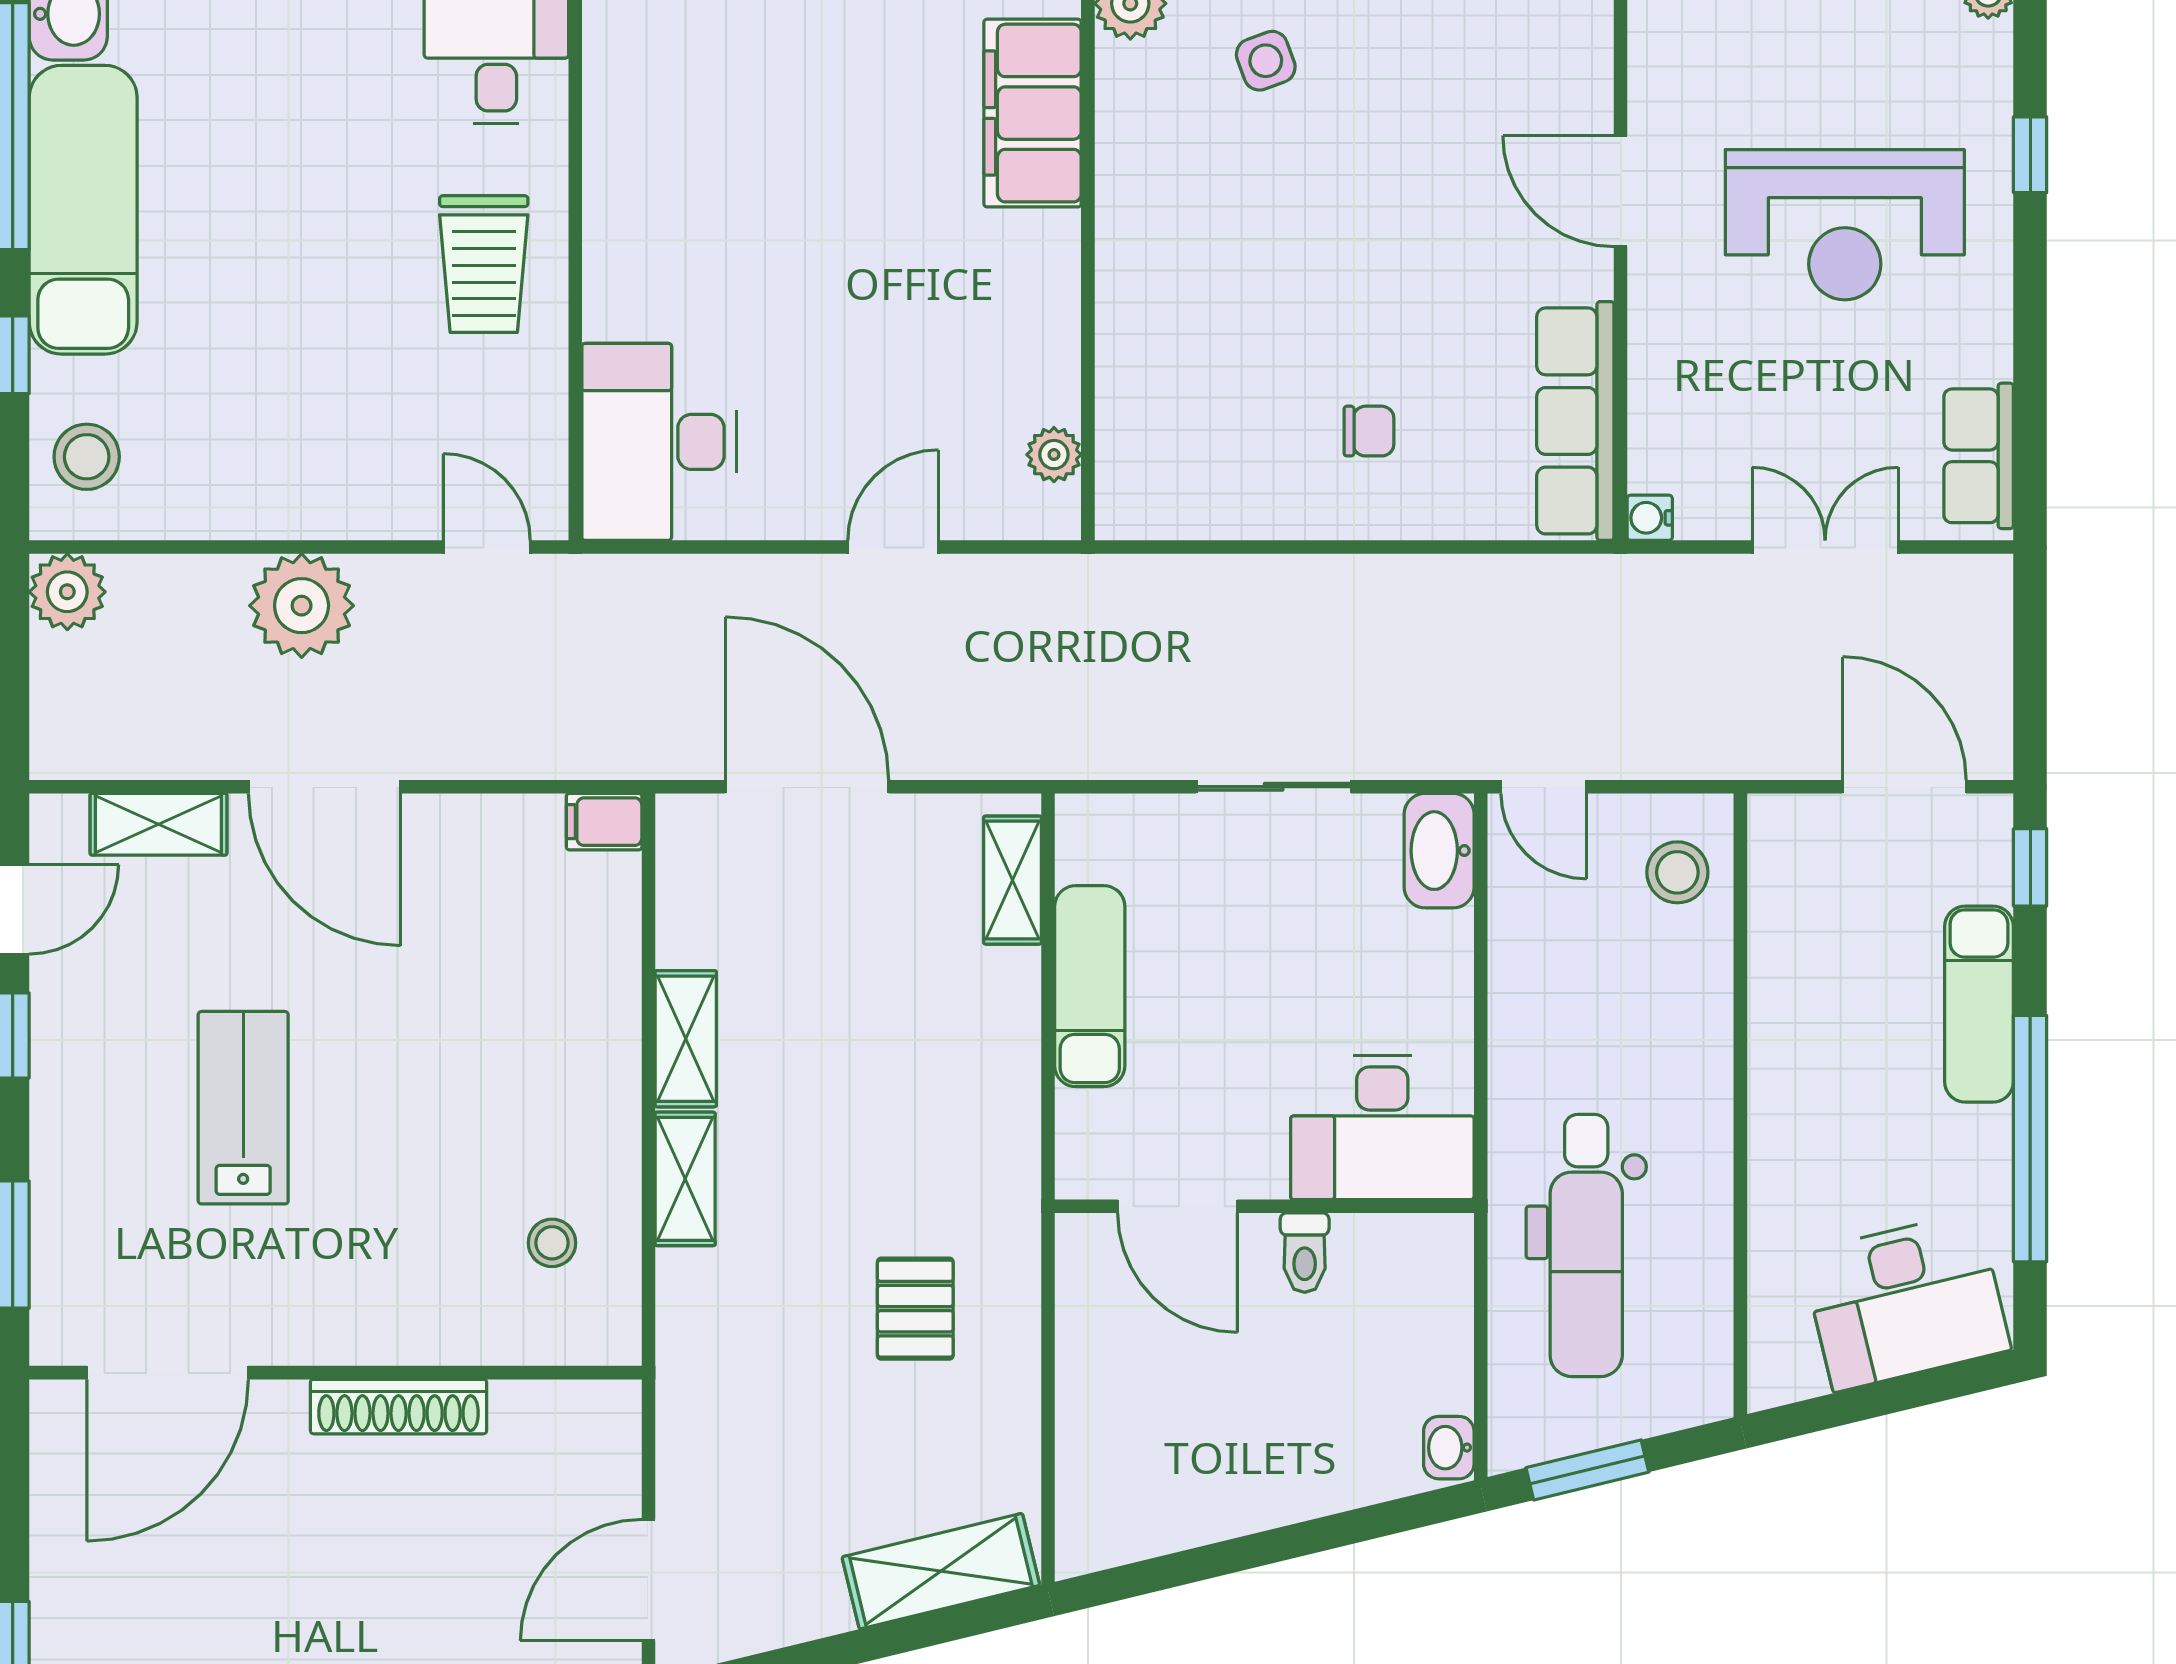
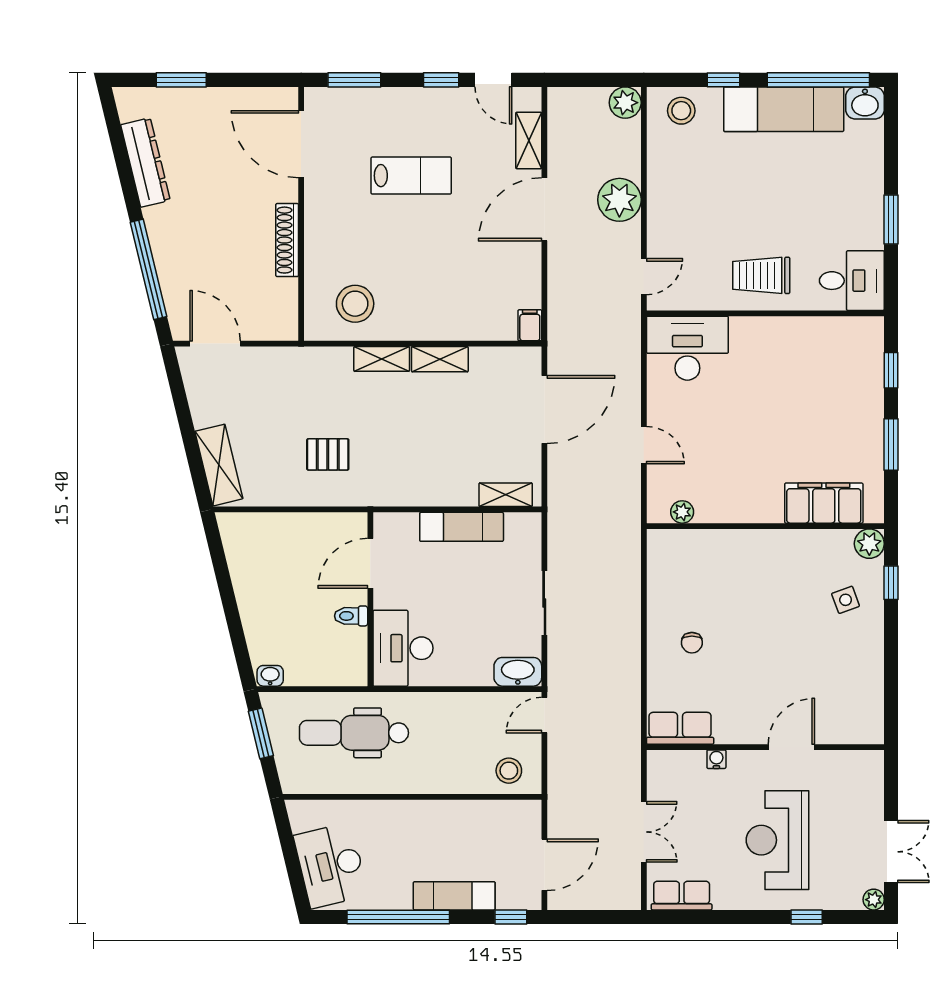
row of seats: (1575, 421) -> (680, 728), width x0.68
water cooler: (1650, 518) -> (716, 759), moved
stool: (552, 1243) -> (355, 304), width x1.89, depth x1.89

